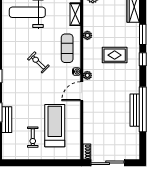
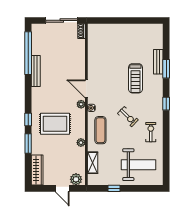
rug: (115, 55) -> (55, 124), width x1.36, depth x1.43
door: (82, 91) -> (86, 89), swing flipped
window: (143, 109) -> (28, 53), moved
treadmill: (55, 126) -> (135, 78), moved, width x0.73, depth x0.73
exercise bike: (33, 137) -> (151, 132), moved

